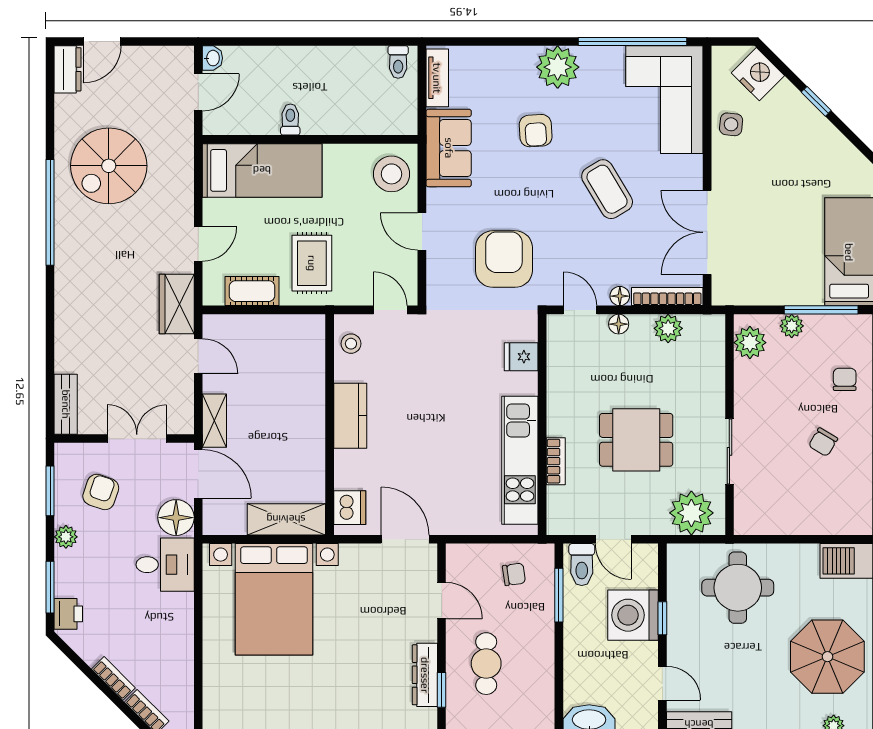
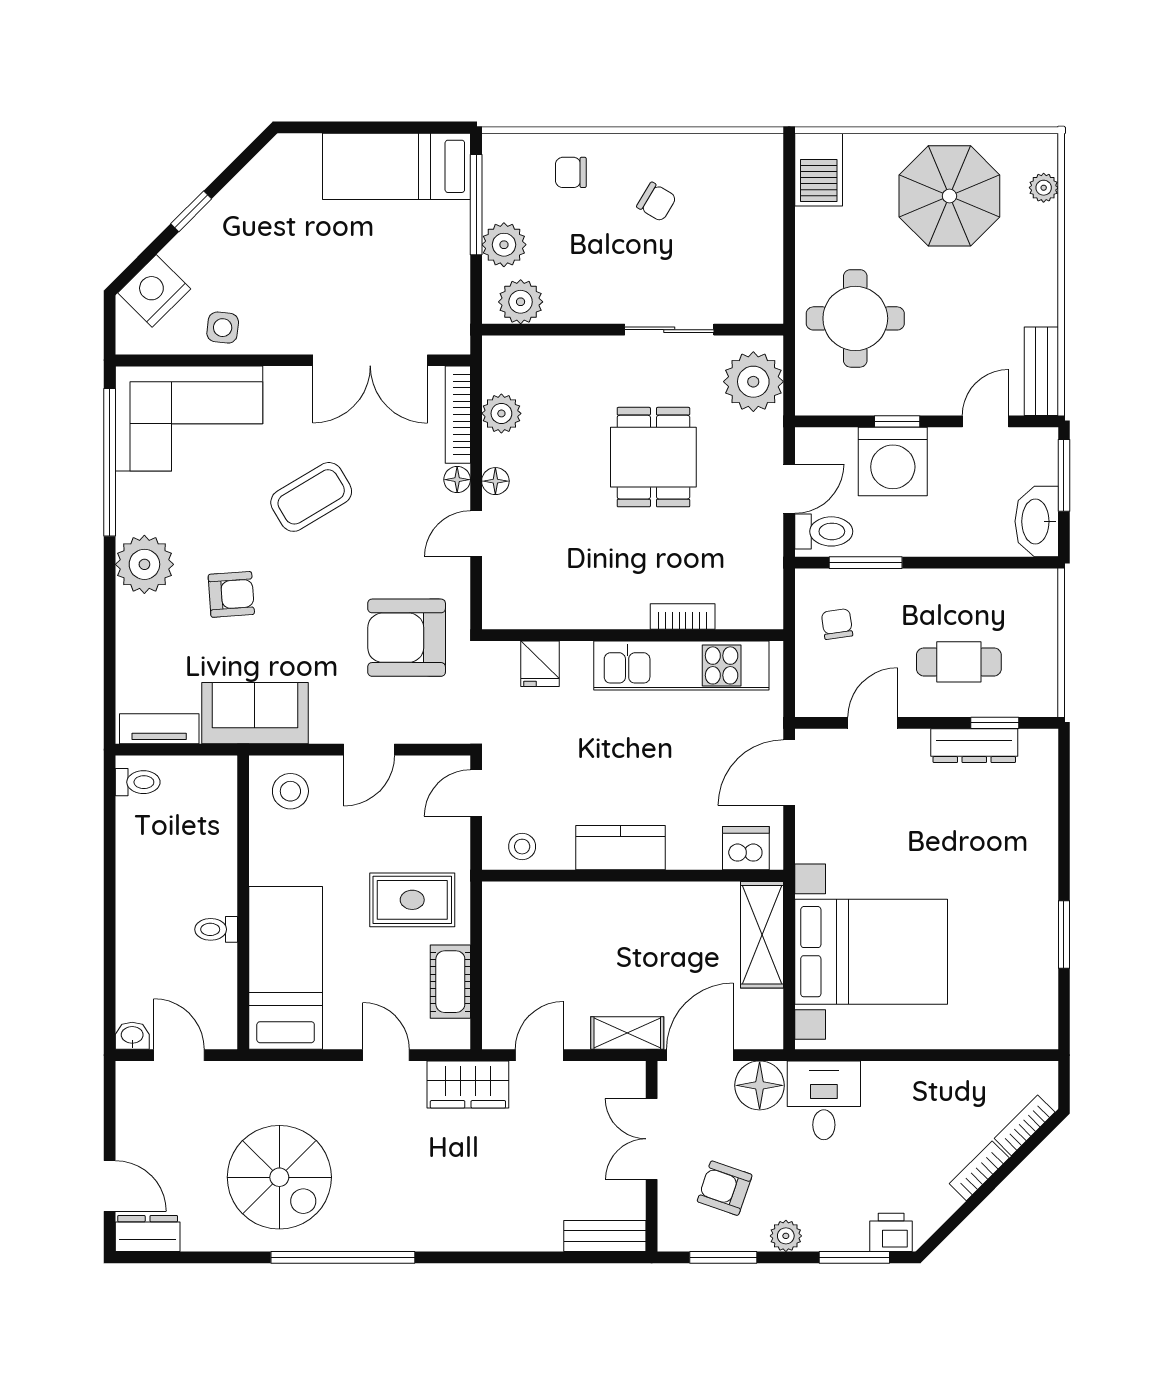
stool: (391, 174) -> (290, 791), width x0.73, depth x0.73
plant: (792, 326) -> (504, 245), width x1.38, depth x1.38
fridge: (521, 357) -> (540, 664), moved
wall: (542, 425) -> (633, 635), moved
kitchen unit: (520, 460) -> (681, 665), moved
bookcase: (556, 461) -> (683, 616), moved

